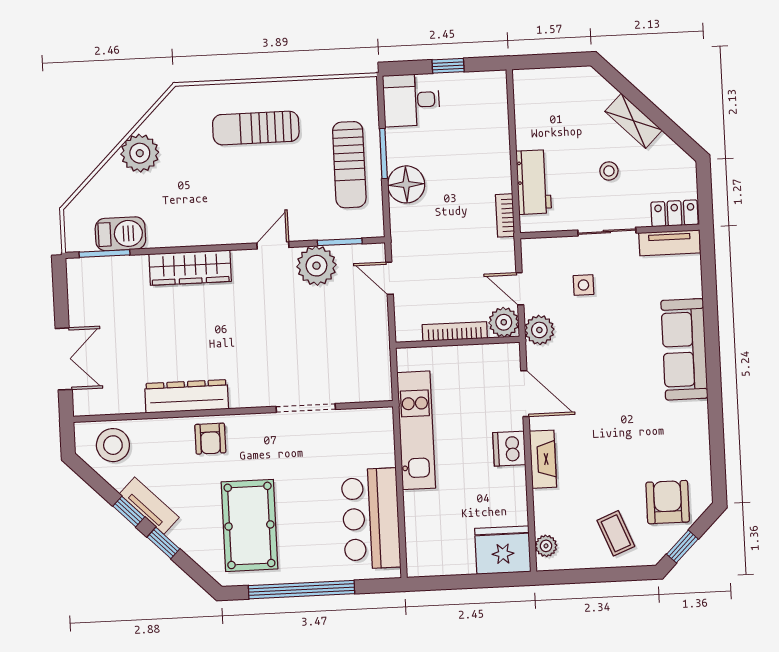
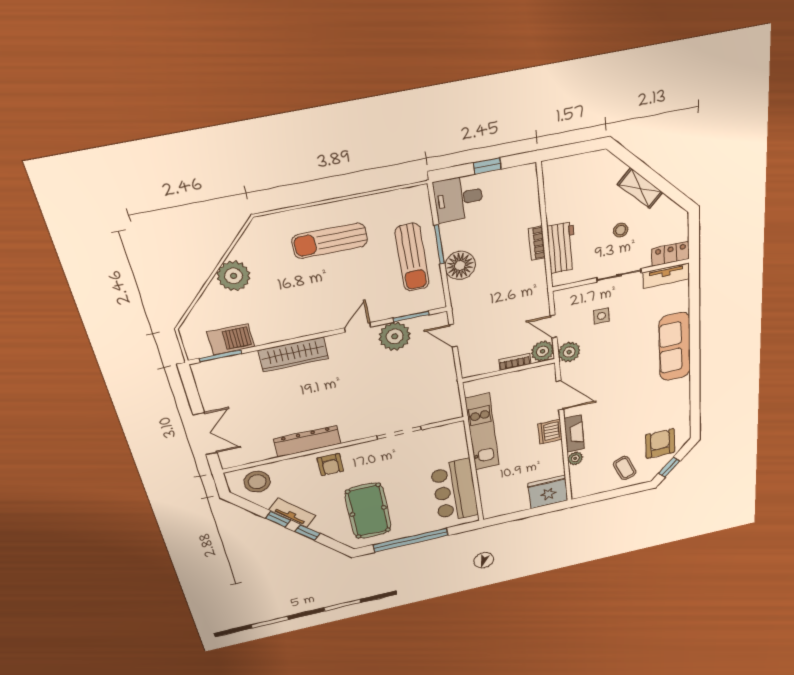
bookcase: (505, 215) -> (537, 243), moved
bookcase: (455, 331) -> (515, 362), width x0.64
plant: (546, 546) -> (575, 458), moved

